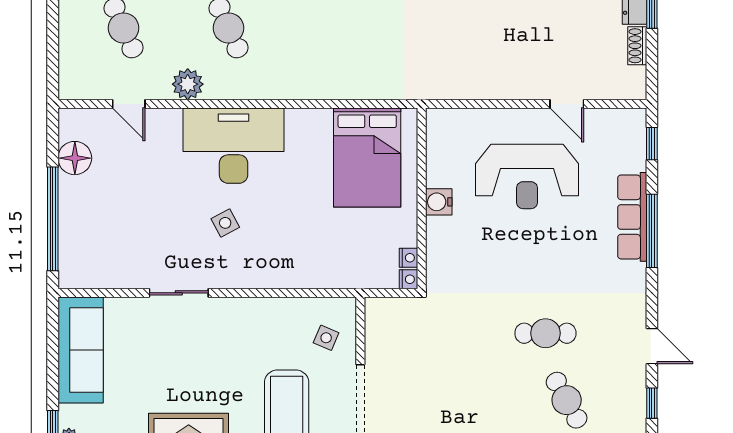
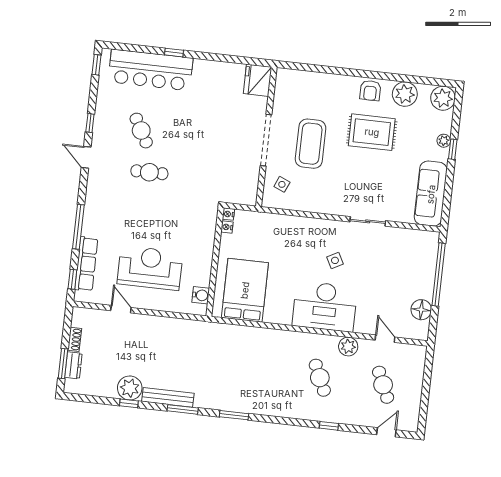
water cooler: (439, 202) -> (201, 295), moved
row of seats: (632, 217) -> (86, 264), moved

